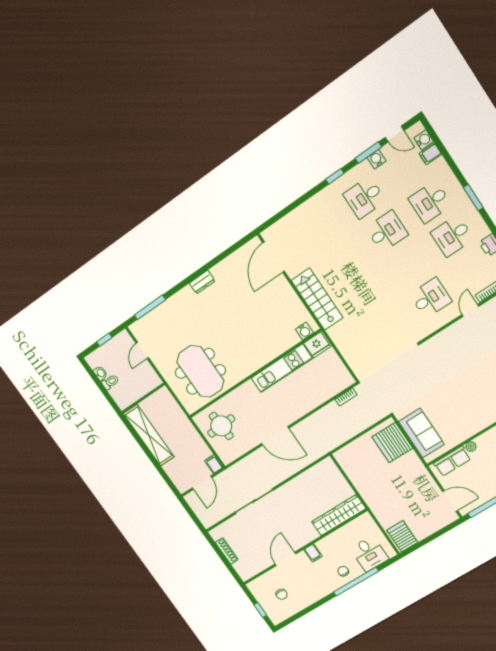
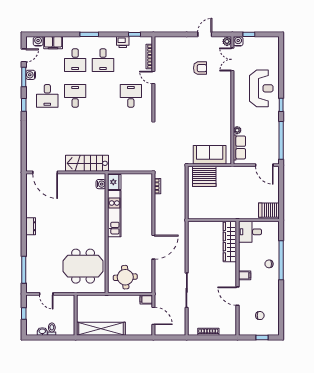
filing cabinet: (430, 154) -> (53, 43), width x2.00
door: (450, 501) -> (264, 165), swing flipped
desk: (369, 554) -> (250, 232), moved, turned 180

